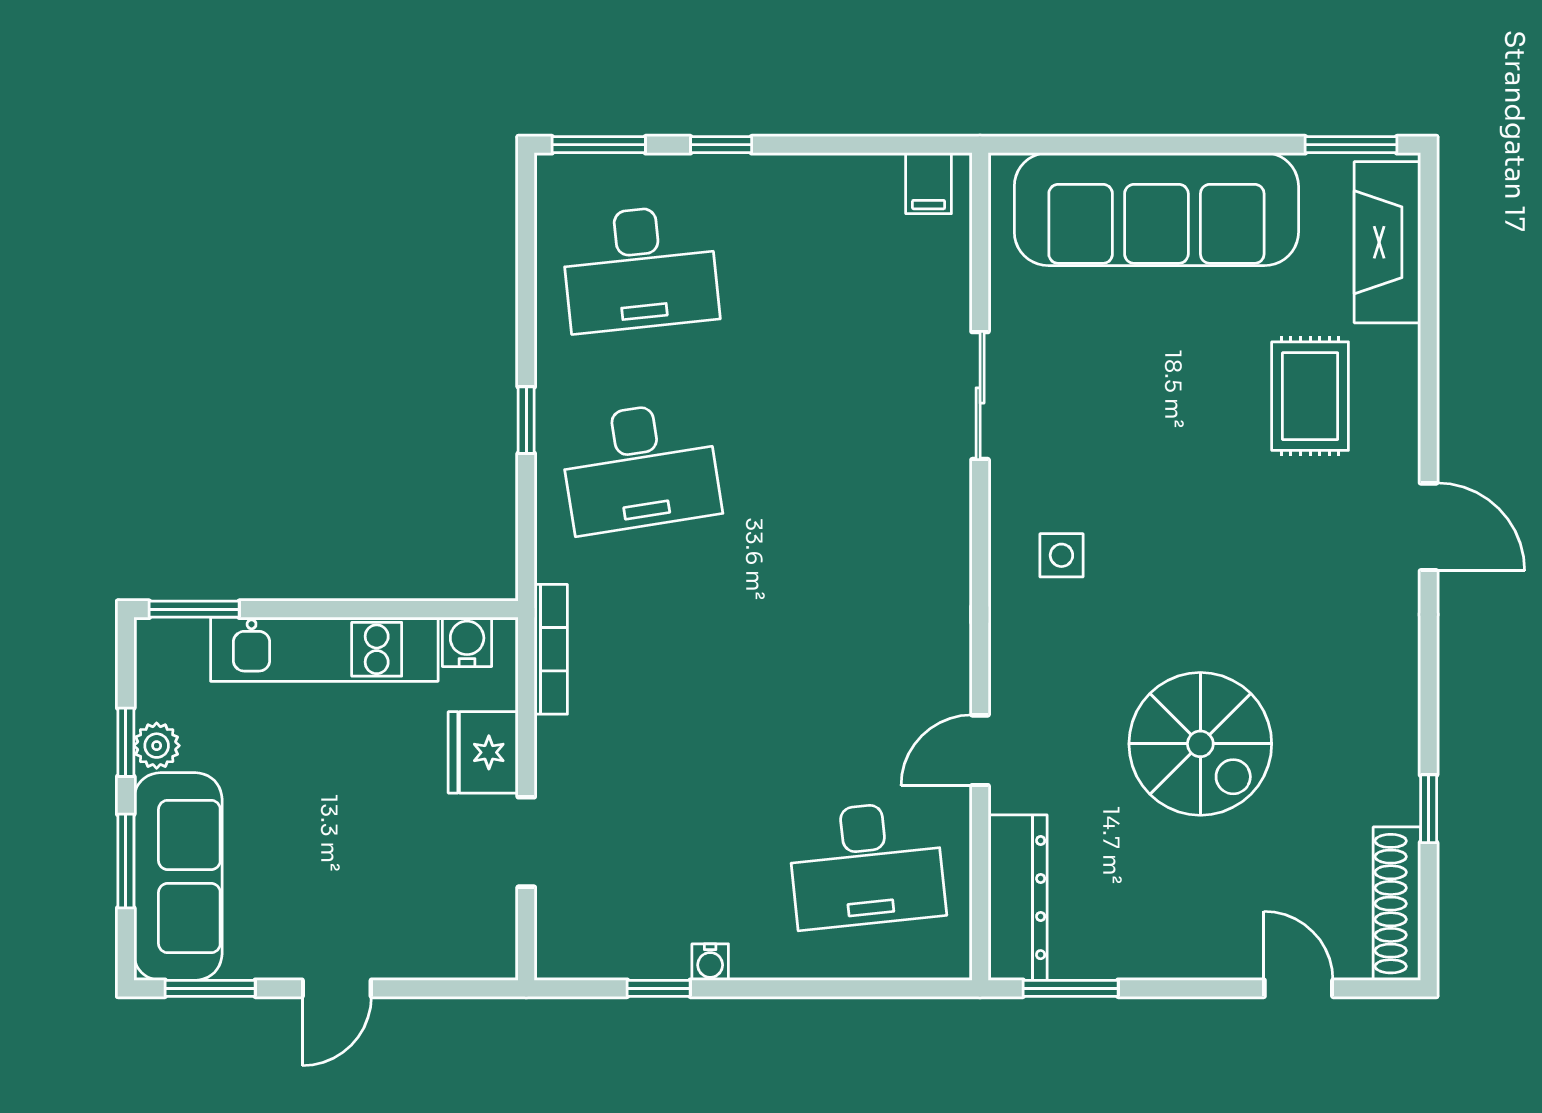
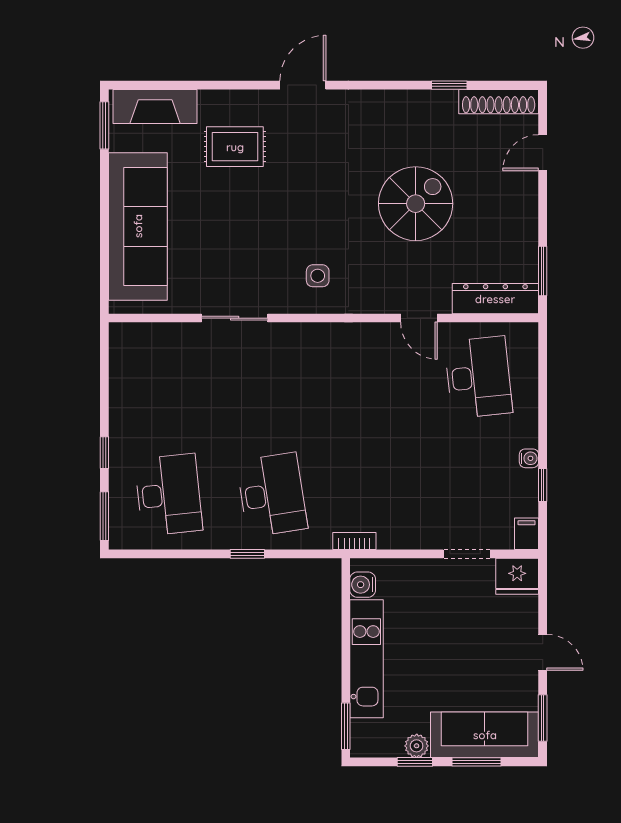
filing cabinet: (929, 183) -> (527, 534), moved, turned -90
bookcase: (551, 649) -> (354, 541), width x0.64
fridge: (483, 752) -> (517, 576), moved

